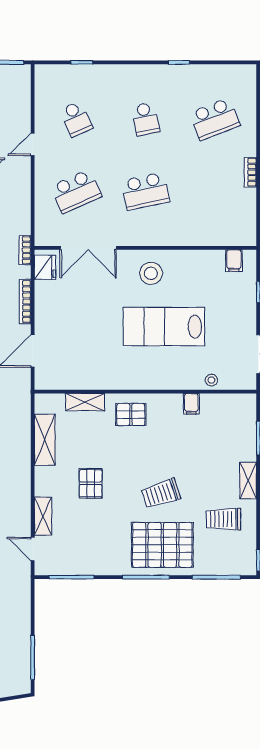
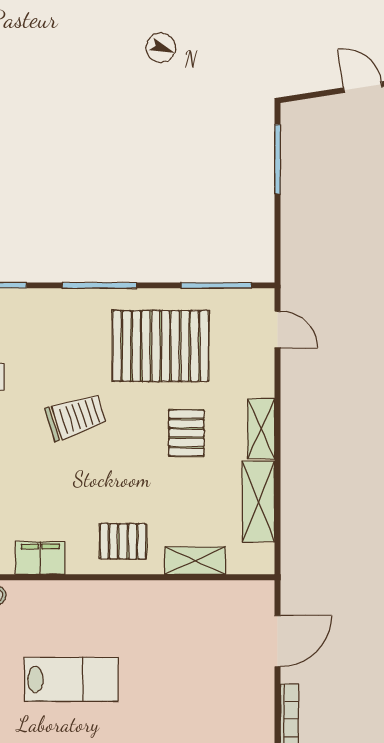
lab bench: (164, 327) -> (71, 679), width x0.73, depth x0.72
filing cabinet: (191, 404) -> (40, 558), width x2.00
shelving: (43, 516) -> (261, 429), moved
pallet: (162, 545) -> (161, 346), moved

